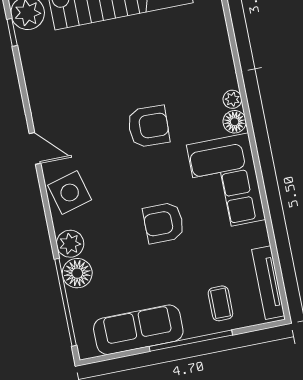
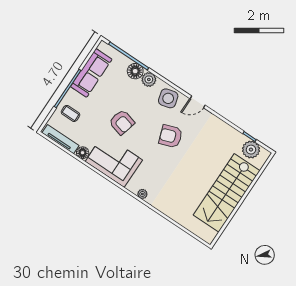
floor lamp: (235, 122) -> (83, 153), moved
armchair: (148, 126) -> (171, 136), moved, turned 69
armchair: (164, 223) -> (122, 122), turned 105

